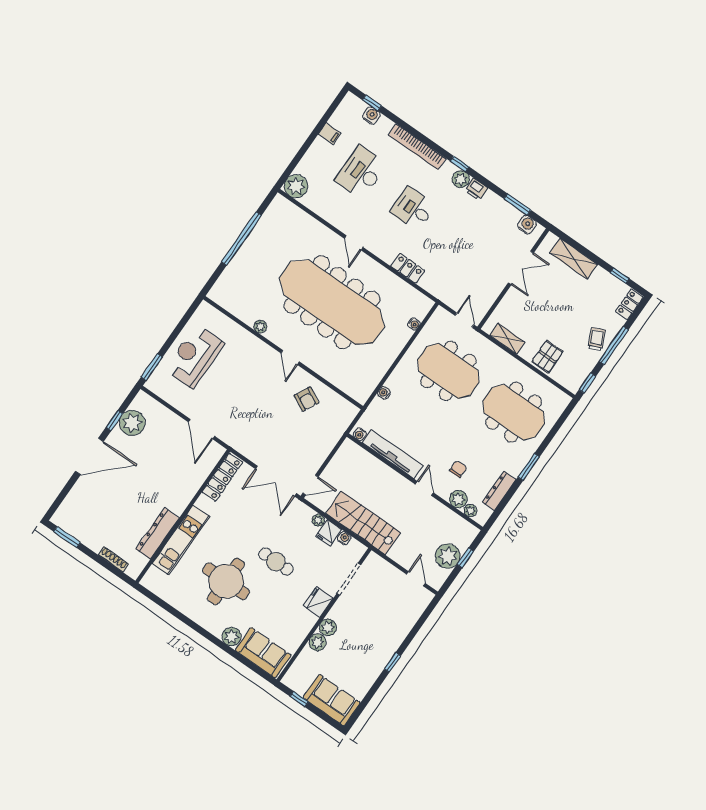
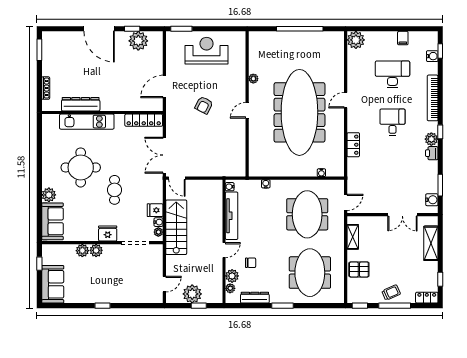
armchair: (307, 399) -> (204, 105), moved
plant: (318, 520) -> (158, 232), moved

